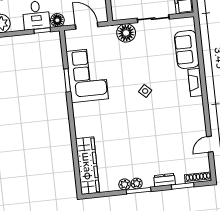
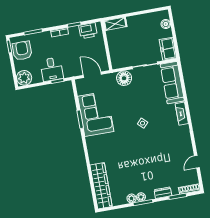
floor lamp: (57, 20) -> (69, 72), removed
sofa: (187, 49) -> (172, 83), width x1.36

